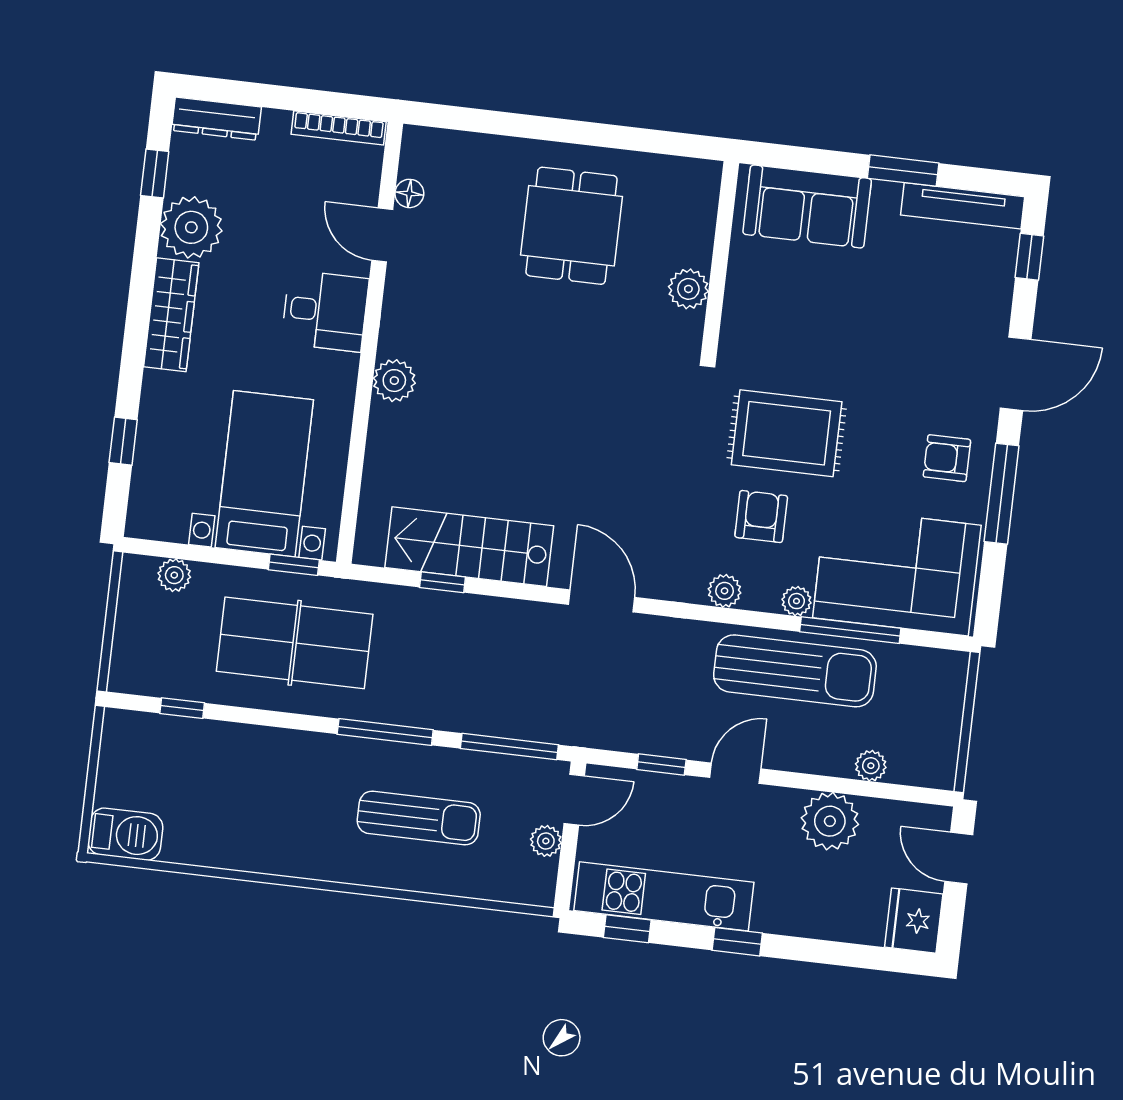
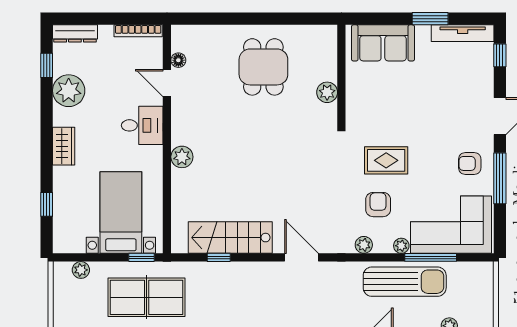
wardrobe: (171, 315) -> (64, 146), width x0.67
rug: (787, 433) -> (386, 160), width x0.73, depth x0.70

